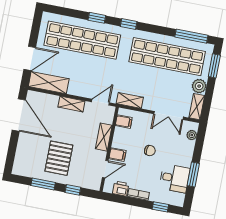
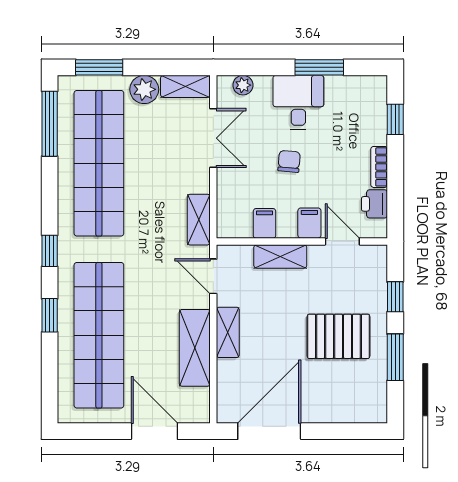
shelving: (49, 83) -> (195, 348), moved
filing cabinet: (124, 122) -> (264, 223), moved
desk: (175, 178) -> (298, 103), moved

